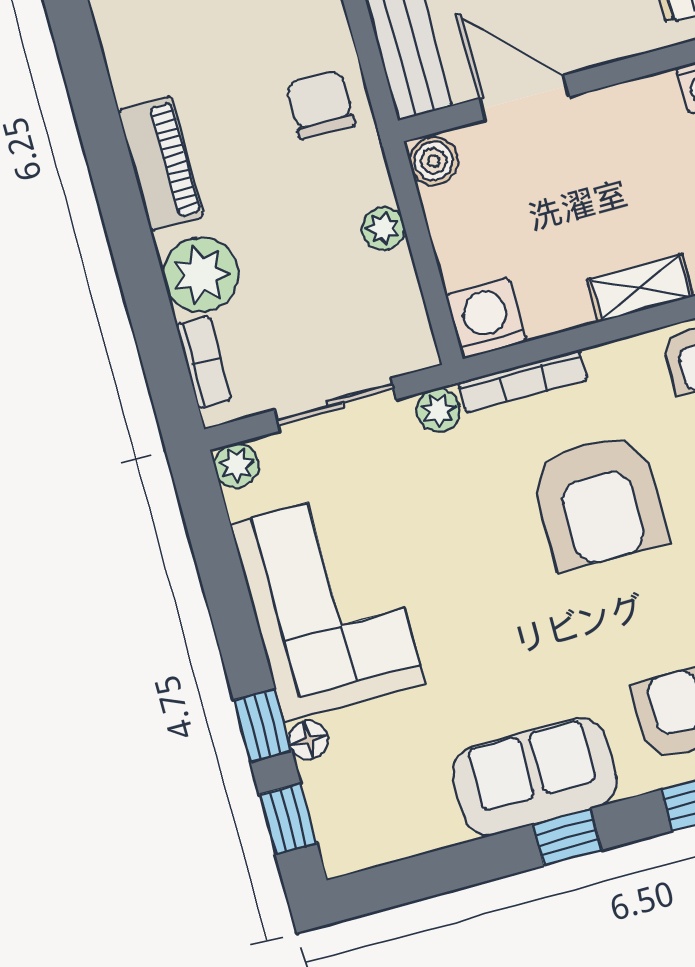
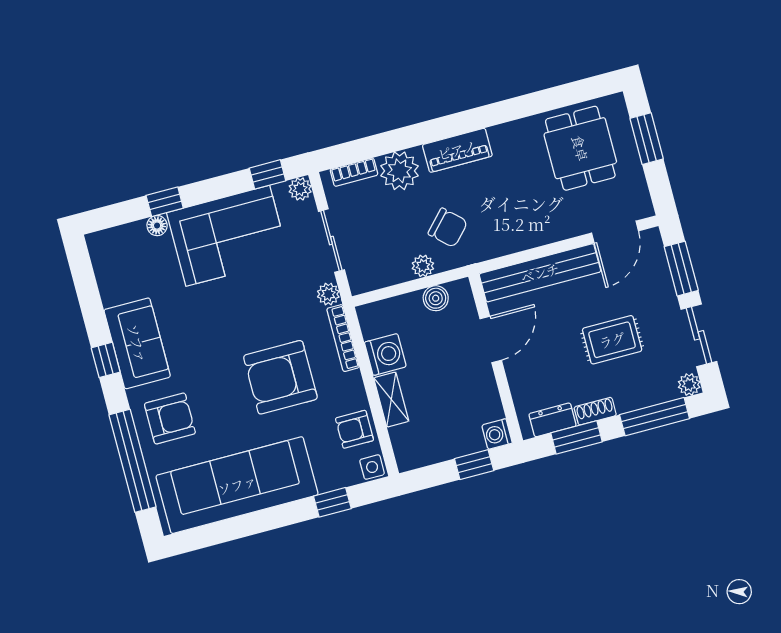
chair: (321, 105) -> (448, 228), moved, turned 43
boiler: (434, 161) -> (436, 298), moved
washing machine: (486, 318) -> (385, 354), moved
window: (288, 819) -> (267, 174), moved

